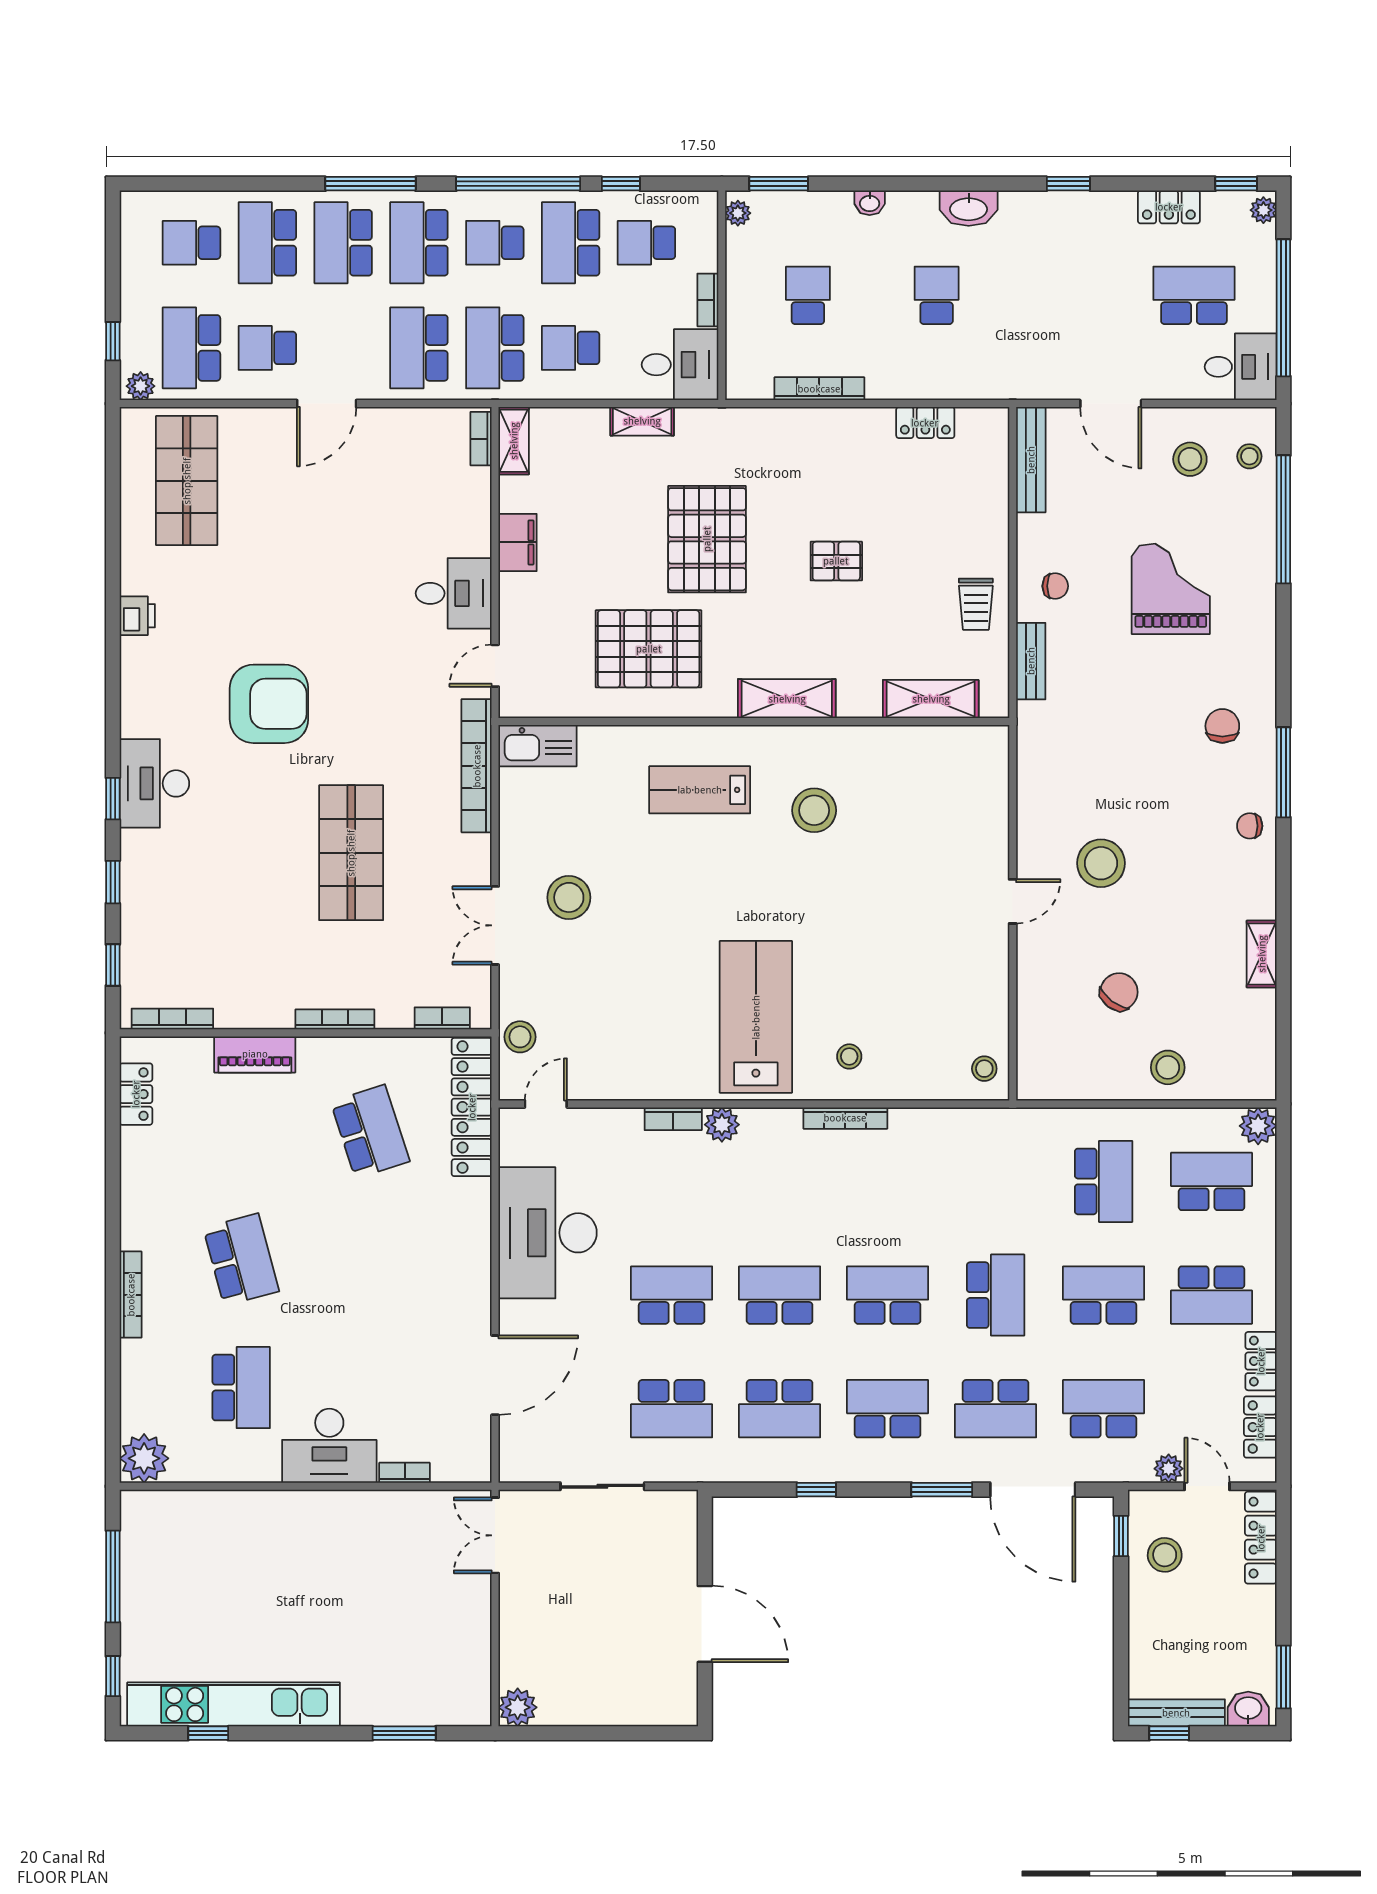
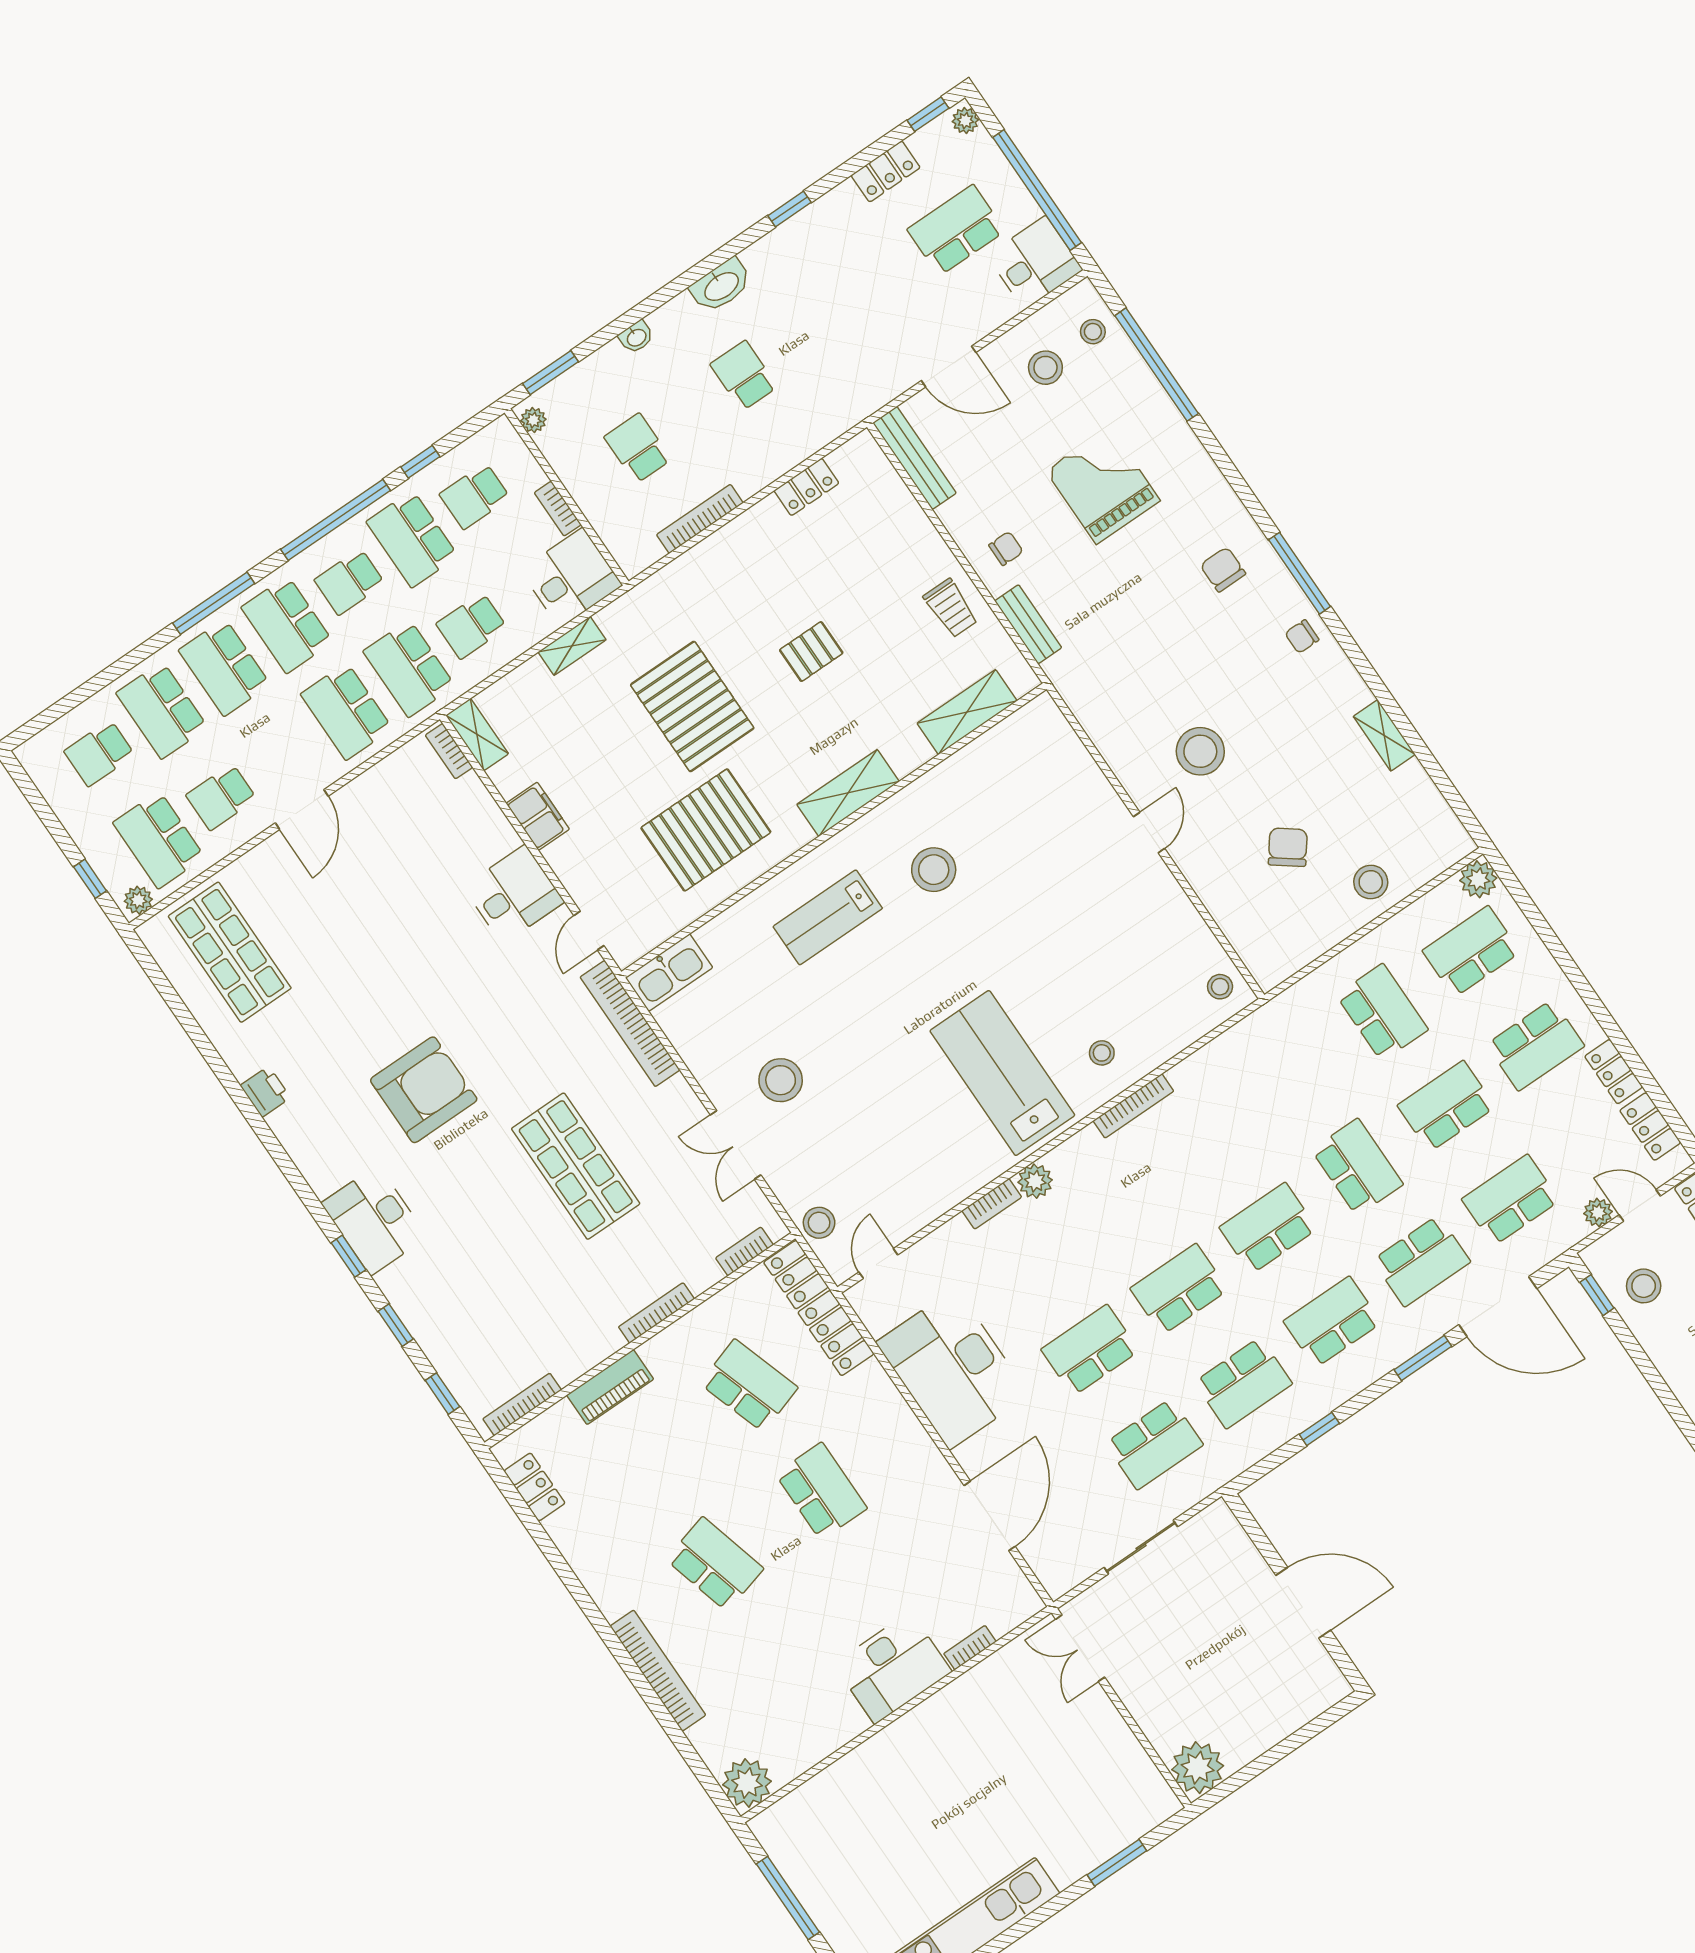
bookcase: (131, 1295) -> (658, 1671), width x1.48, depth x1.31
school desk: (241, 1388) -> (821, 1491), moved
plant: (518, 1707) -> (1198, 1768), width x1.36, depth x1.36

